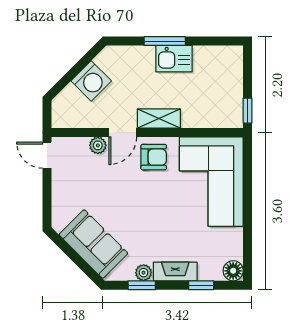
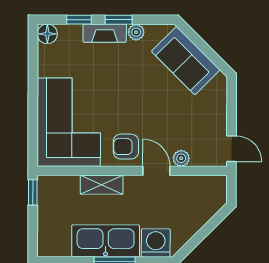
kitchen sink: (174, 59) -> (106, 241), width x1.88, depth x1.24
washing machine: (91, 81) -> (156, 243), moved, turned 45
shelving: (159, 119) -> (102, 185), moved
door: (123, 133) -> (156, 171), hinge flipped
window: (142, 285) -> (119, 20), moved

